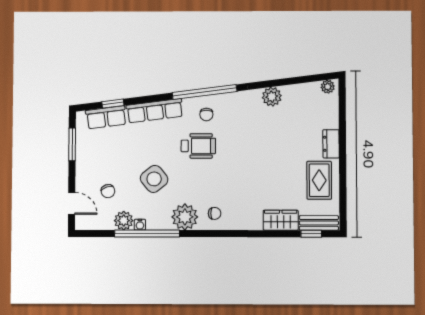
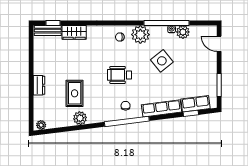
wheelchair: (198, 146) -> (119, 75), moved
rug: (319, 180) -> (75, 93), moved
chair: (108, 191) -> (194, 52), removed

